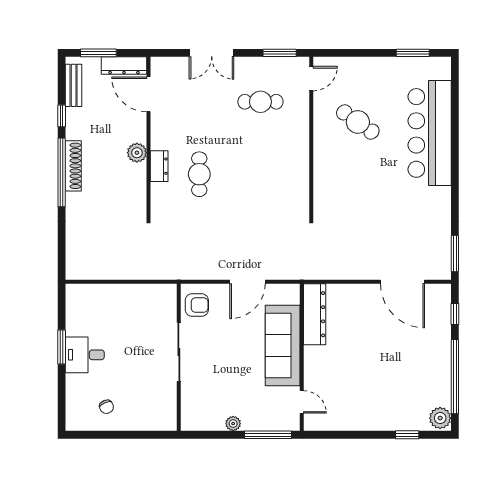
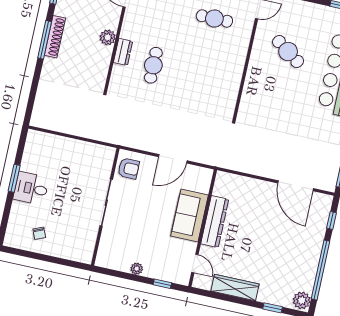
window: (62, 172) -> (45, 40), width x0.68
dresser: (315, 314) -> (215, 222), moved
sofa: (283, 346) -> (190, 216), width x0.73
wardrobe: (356, 420) -> (235, 287), added
window: (268, 435) -> (162, 284), width x0.46

